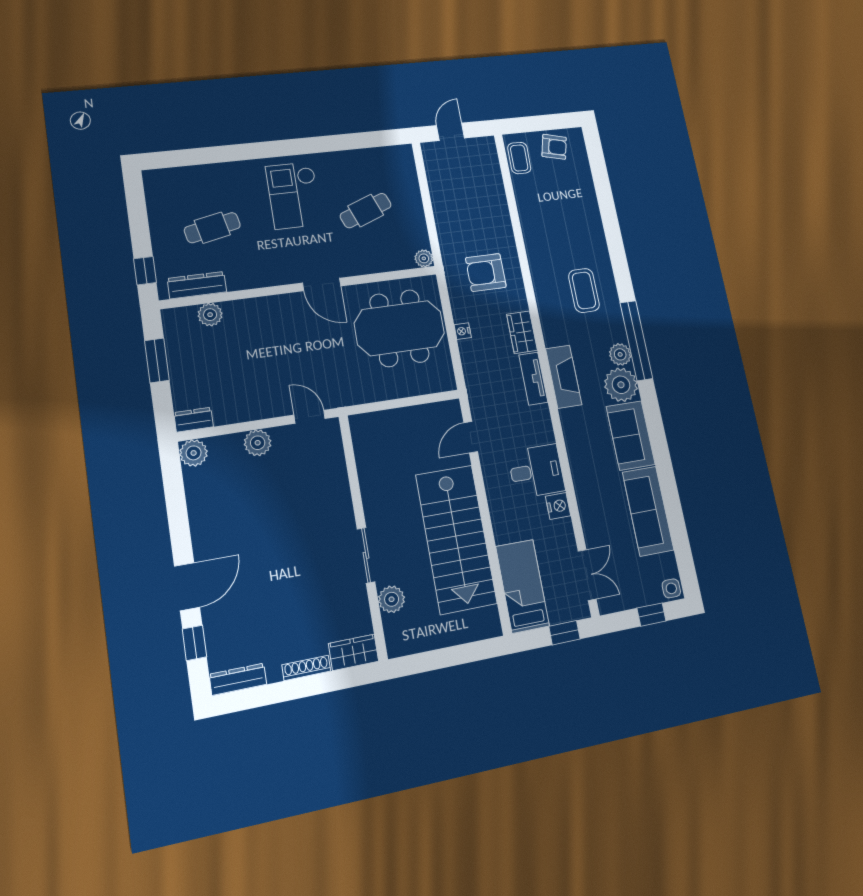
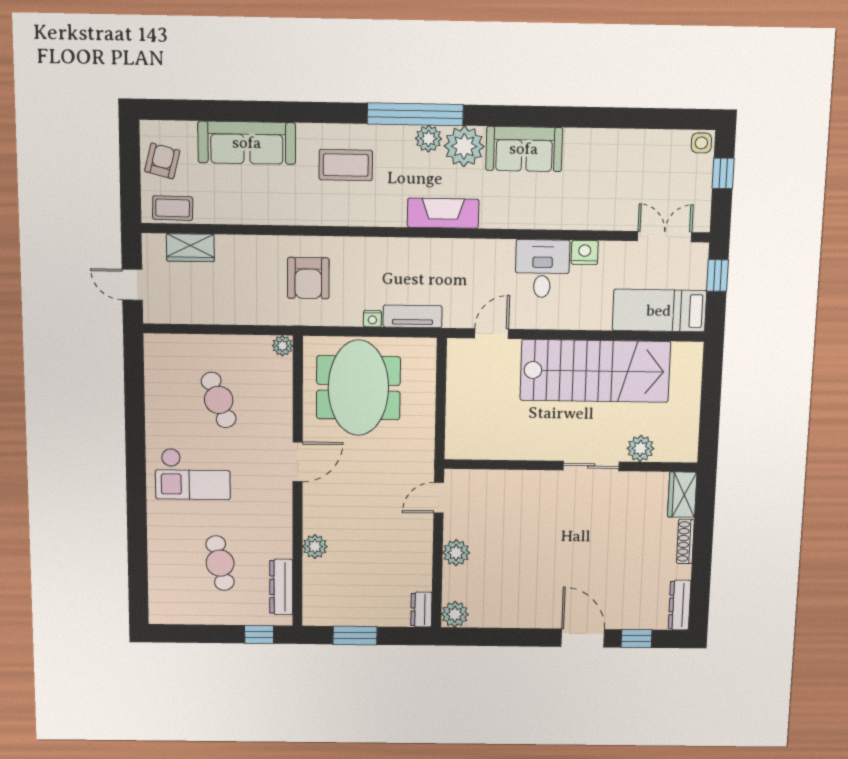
plant: (210, 315) -> (315, 546), moved
wardrobe: (522, 332) -> (190, 248), moved
tv unit: (533, 379) -> (413, 316), moved, turned 180
door: (471, 437) -> (492, 334), swing flipped
sofa: (648, 511) -> (247, 143), moved

